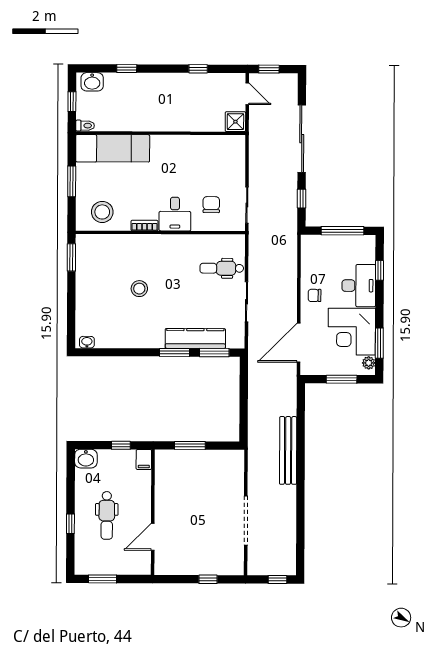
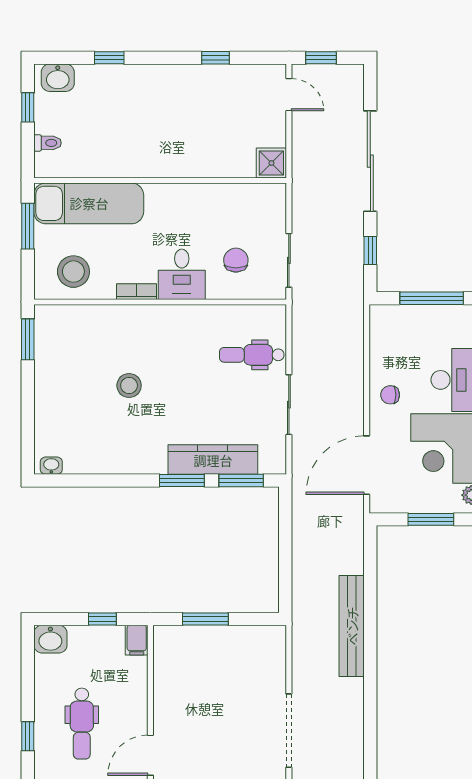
shower: (235, 122) -> (271, 163), moved
wall: (161, 133) -> (160, 180), moved
exam couch: (113, 148) -> (89, 203), moved

